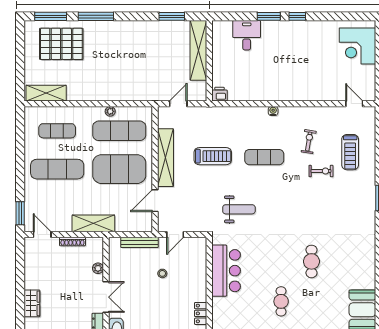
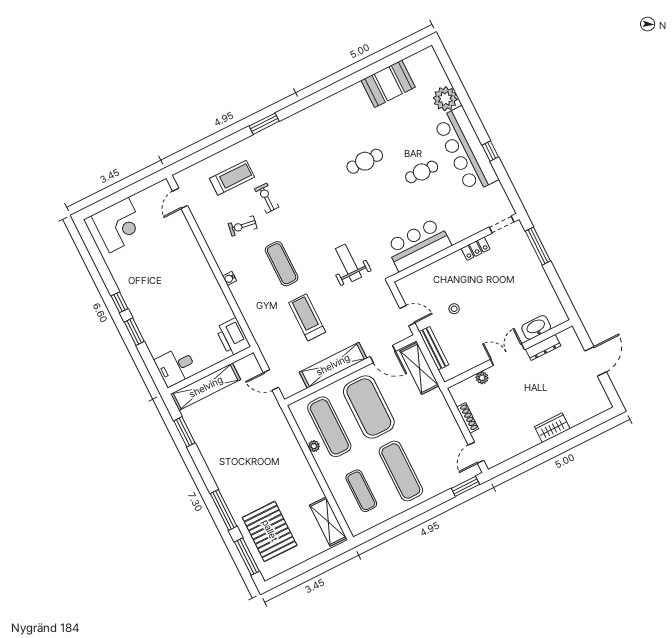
desk: (247, 35) -> (176, 366), moved
printer: (219, 94) -> (233, 337), width x1.87, depth x1.48
shelving: (93, 223) -> (419, 368), moved

